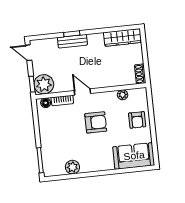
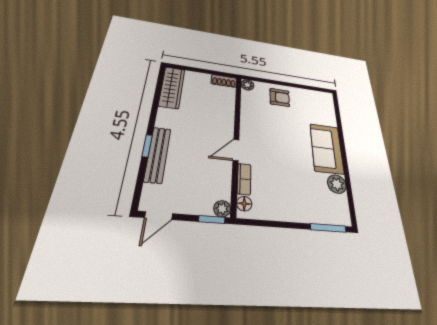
bench: (72, 41) -> (158, 154), width x1.36
plant: (44, 84) -> (222, 209), width x0.53, depth x0.53
plant: (123, 95) -> (247, 85), moved
armchair: (96, 122) -> (279, 143), removed
sofa: (134, 156) -> (327, 148), moved

